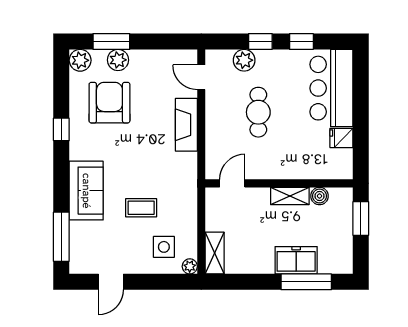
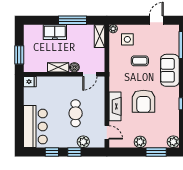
plant: (118, 60) -> (140, 142), moved
armchair: (109, 103) -> (144, 101), moved
fridge: (341, 138) -> (30, 82), moved
boiler: (319, 196) -> (74, 67), moved
window: (306, 282) -> (73, 20), moved

